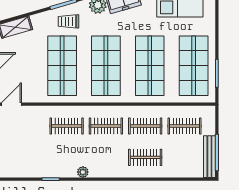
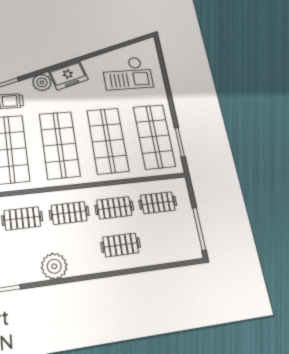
bench: (209, 157) -> (192, 235), removed
plant: (83, 172) -> (54, 266), width x1.87, depth x1.87

